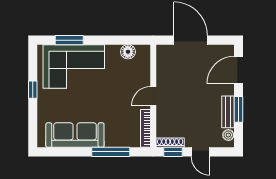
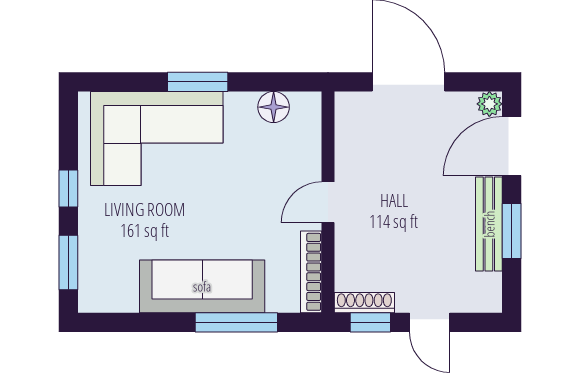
window: (69, 40) -> (198, 82), moved
bench: (228, 112) -> (489, 224), width x1.36
window: (33, 124) -> (68, 262), added
sofa: (75, 135) -> (202, 286), moved
plant: (228, 135) -> (489, 104), moved

